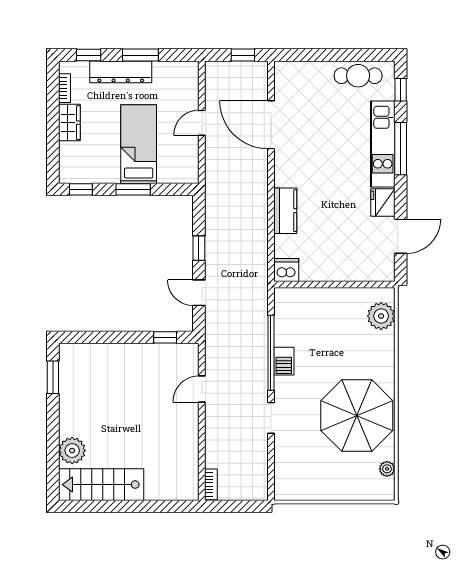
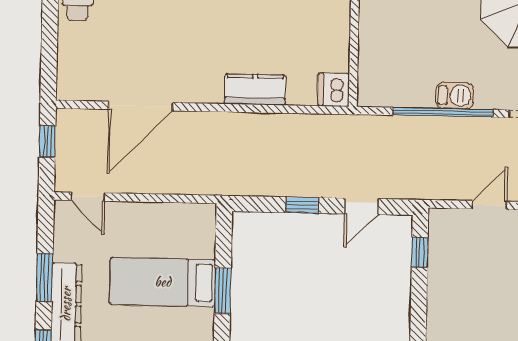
door: (202, 123) -> (88, 197), moved
door: (202, 389) -> (489, 205), swing flipped

